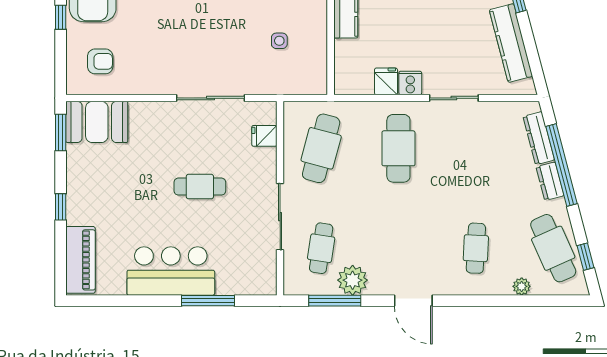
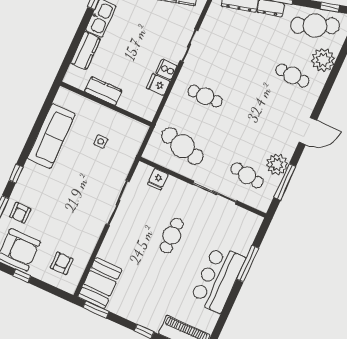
cafe table: (398, 148) -> (205, 96), width x0.73, depth x0.74
plant: (522, 286) -> (323, 60), width x1.87, depth x1.87

